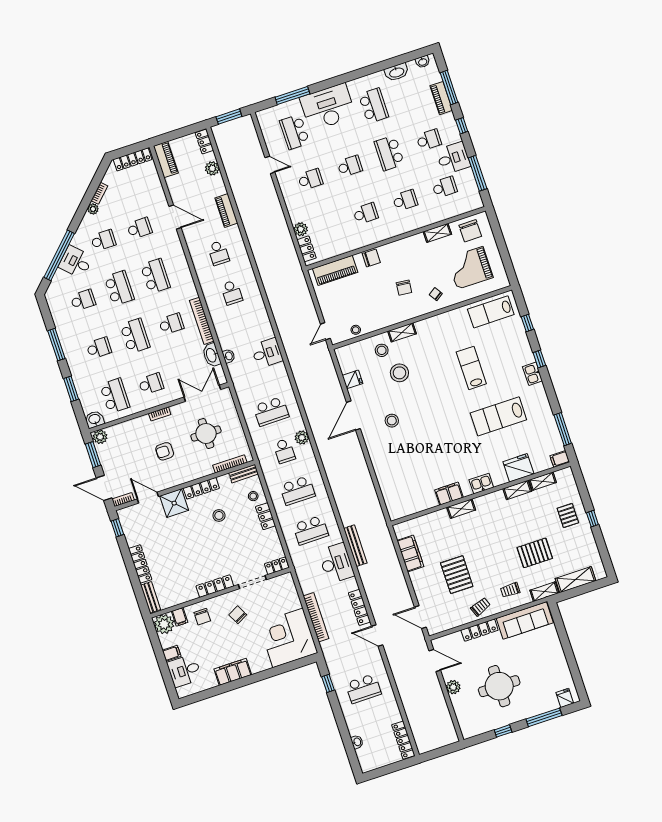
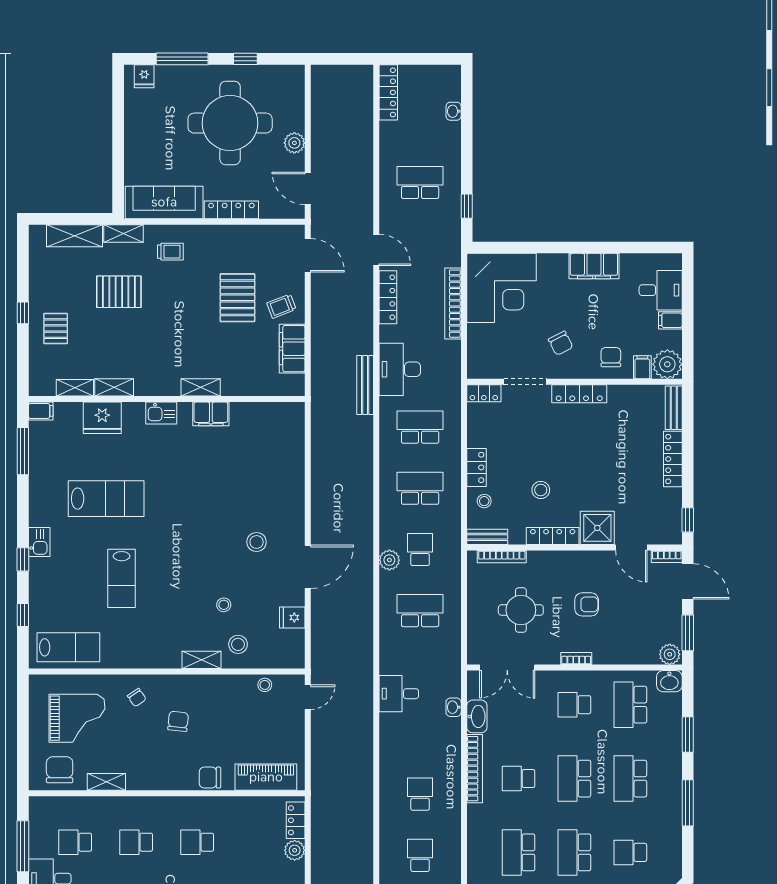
school desk: (99, 348) -> (630, 779), width x1.85
stool: (399, 373) -> (224, 605), width x0.53, depth x0.53
trolley: (480, 607) -> (281, 306), moved
round table: (499, 686) -> (230, 123), width x1.36, depth x1.36

